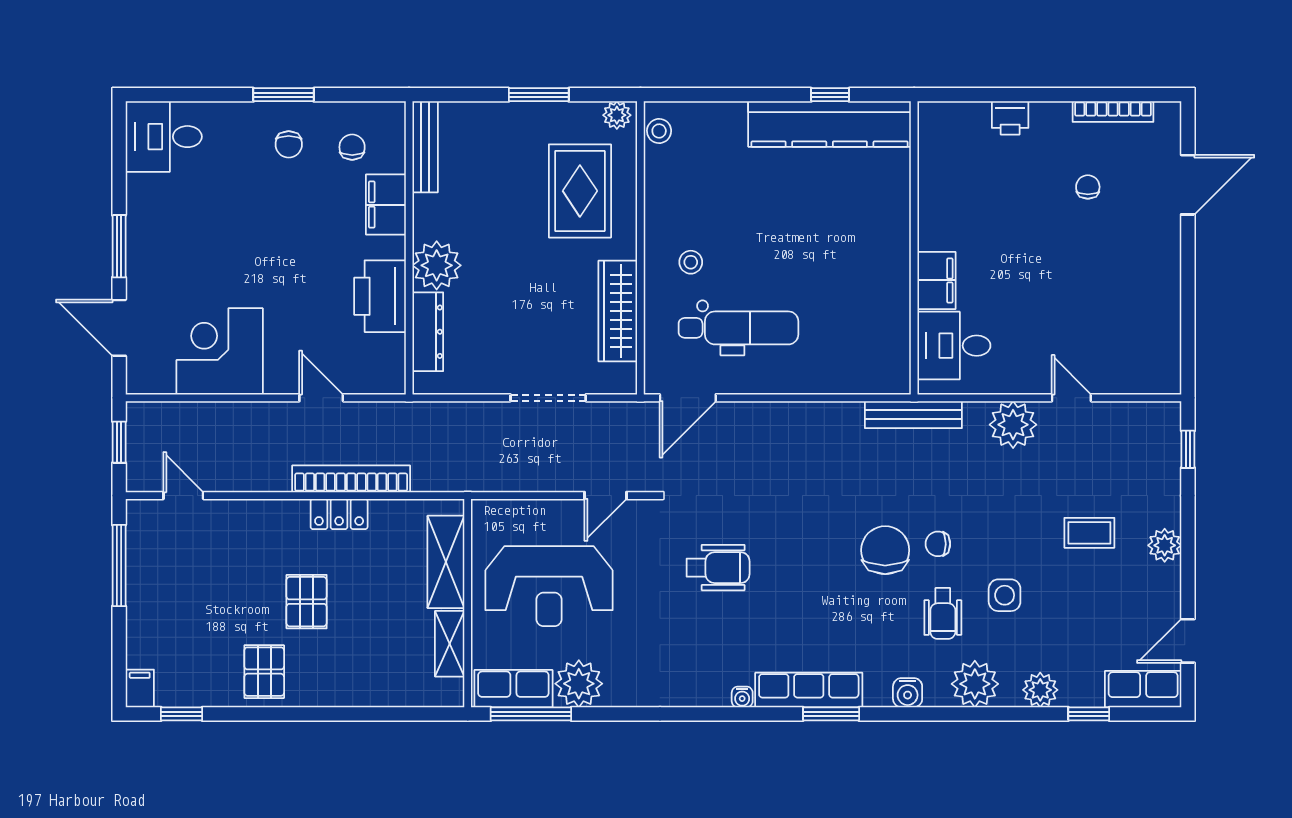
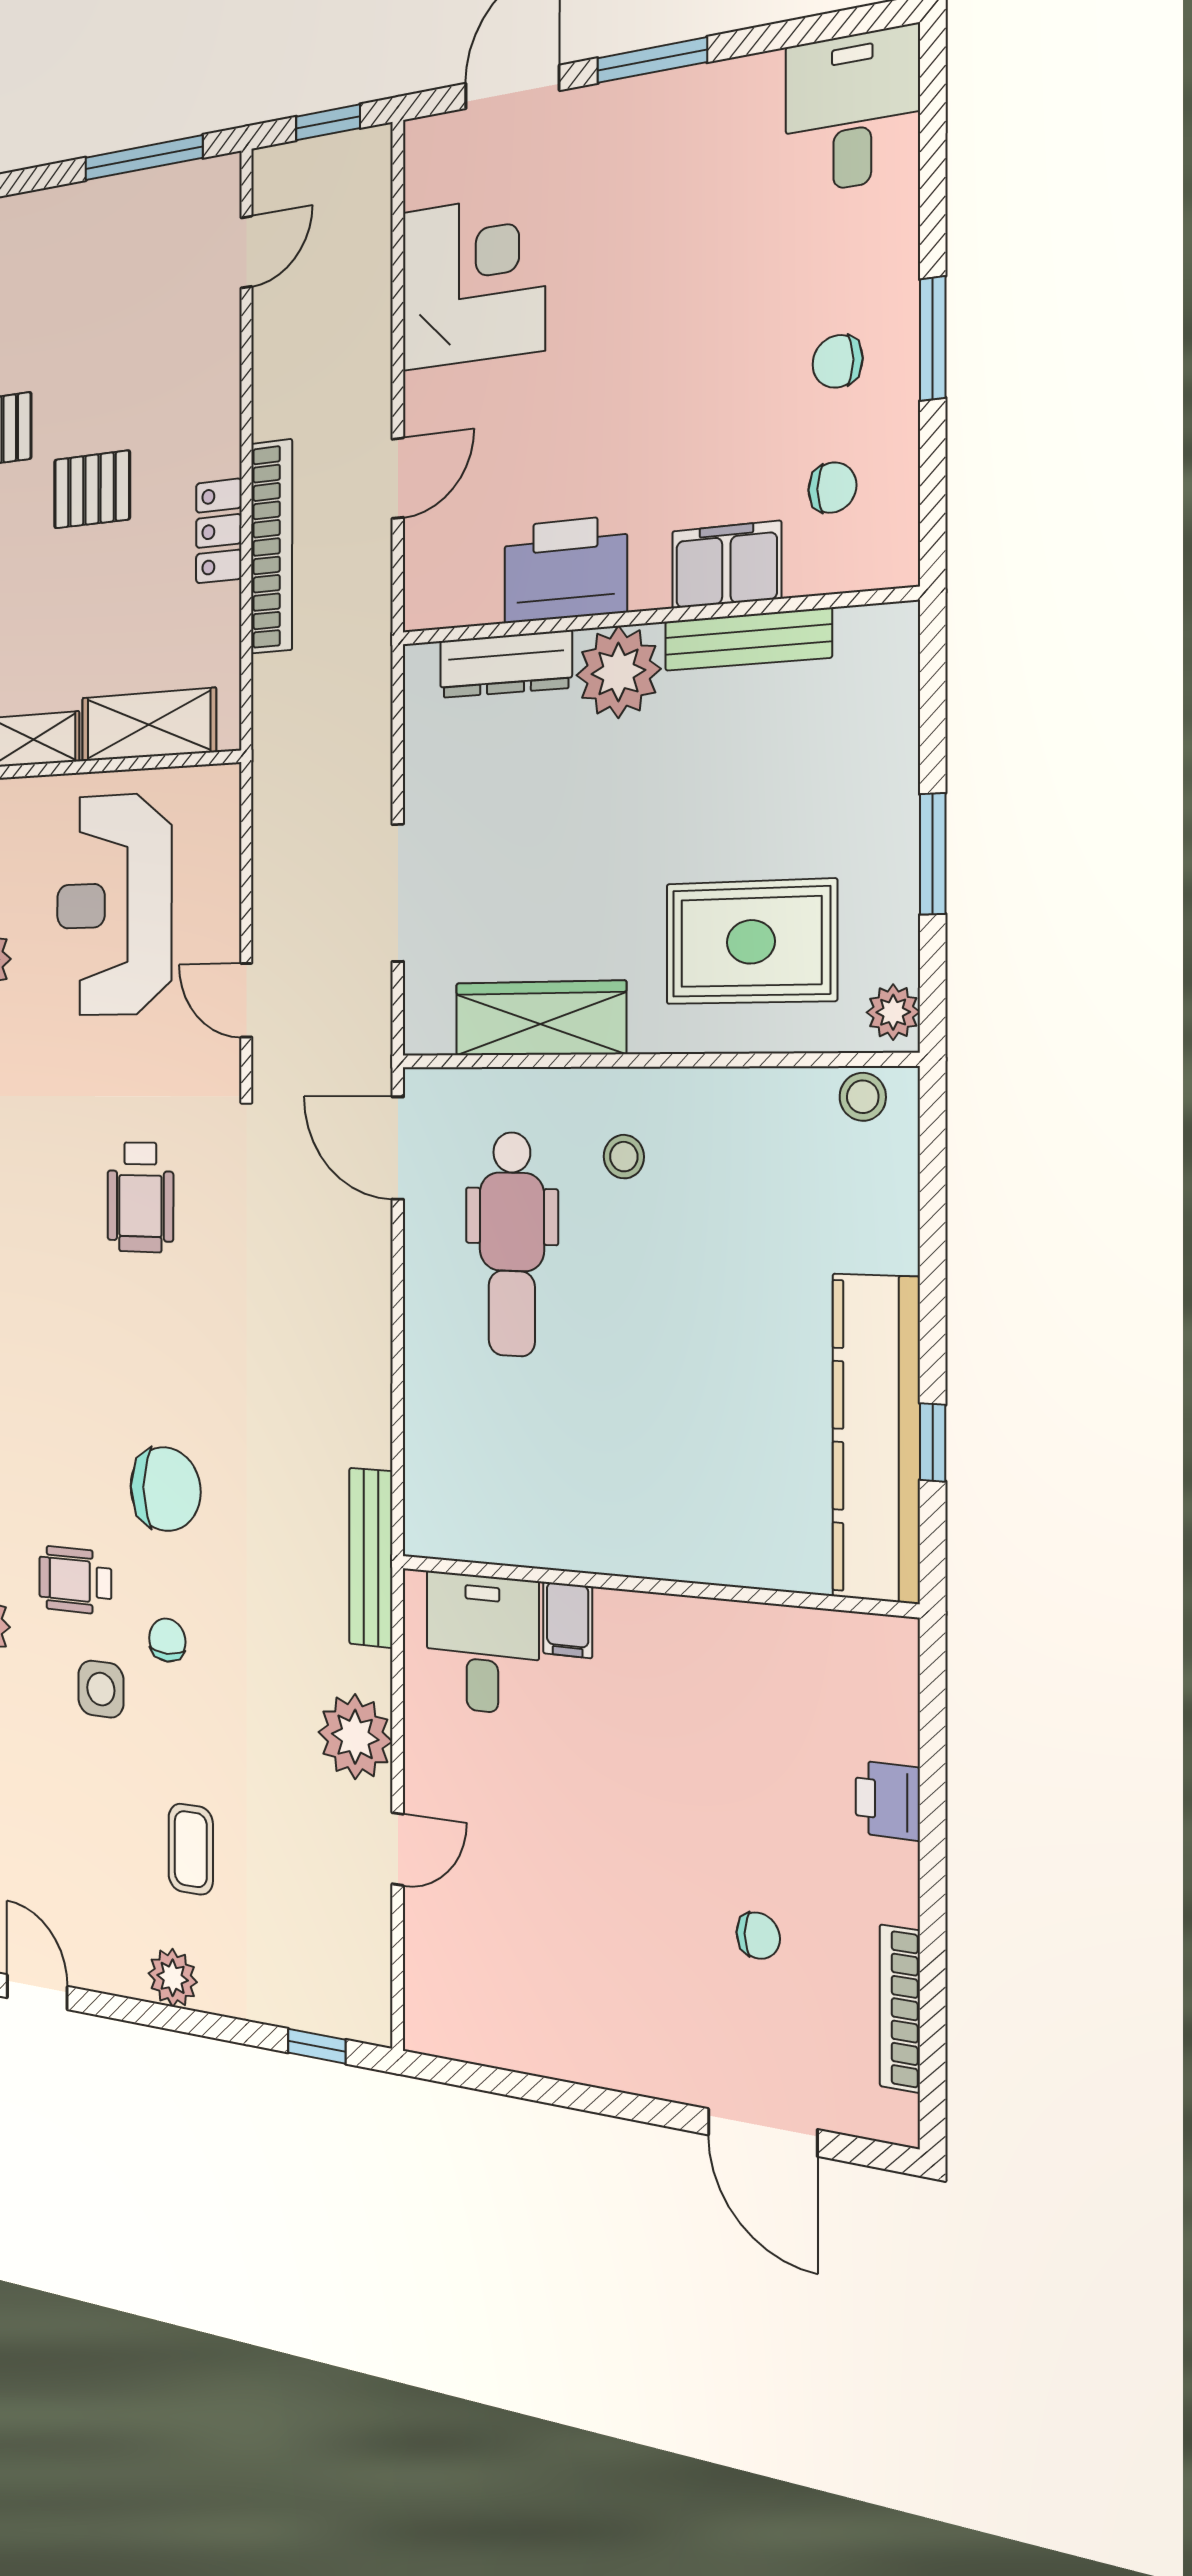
bench: (425, 147) -> (748, 639), moved
filing cabinet: (937, 280) -> (568, 1620), width x0.50
chair: (938, 544) -> (167, 1640), moved

